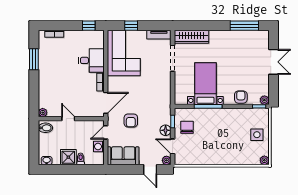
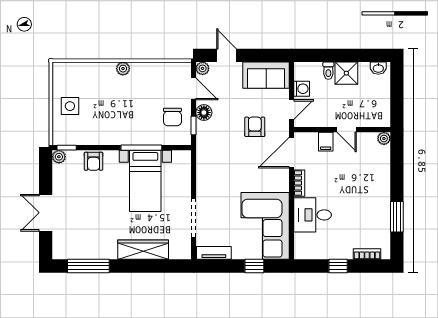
window: (89, 26) -> (338, 266), moved
wardrobe: (191, 37) -> (143, 250), moved
filing cabinet: (82, 110) -> (326, 142), added
bidet: (45, 128) -> (380, 116), removed
plant: (264, 160) -> (123, 69), moved

